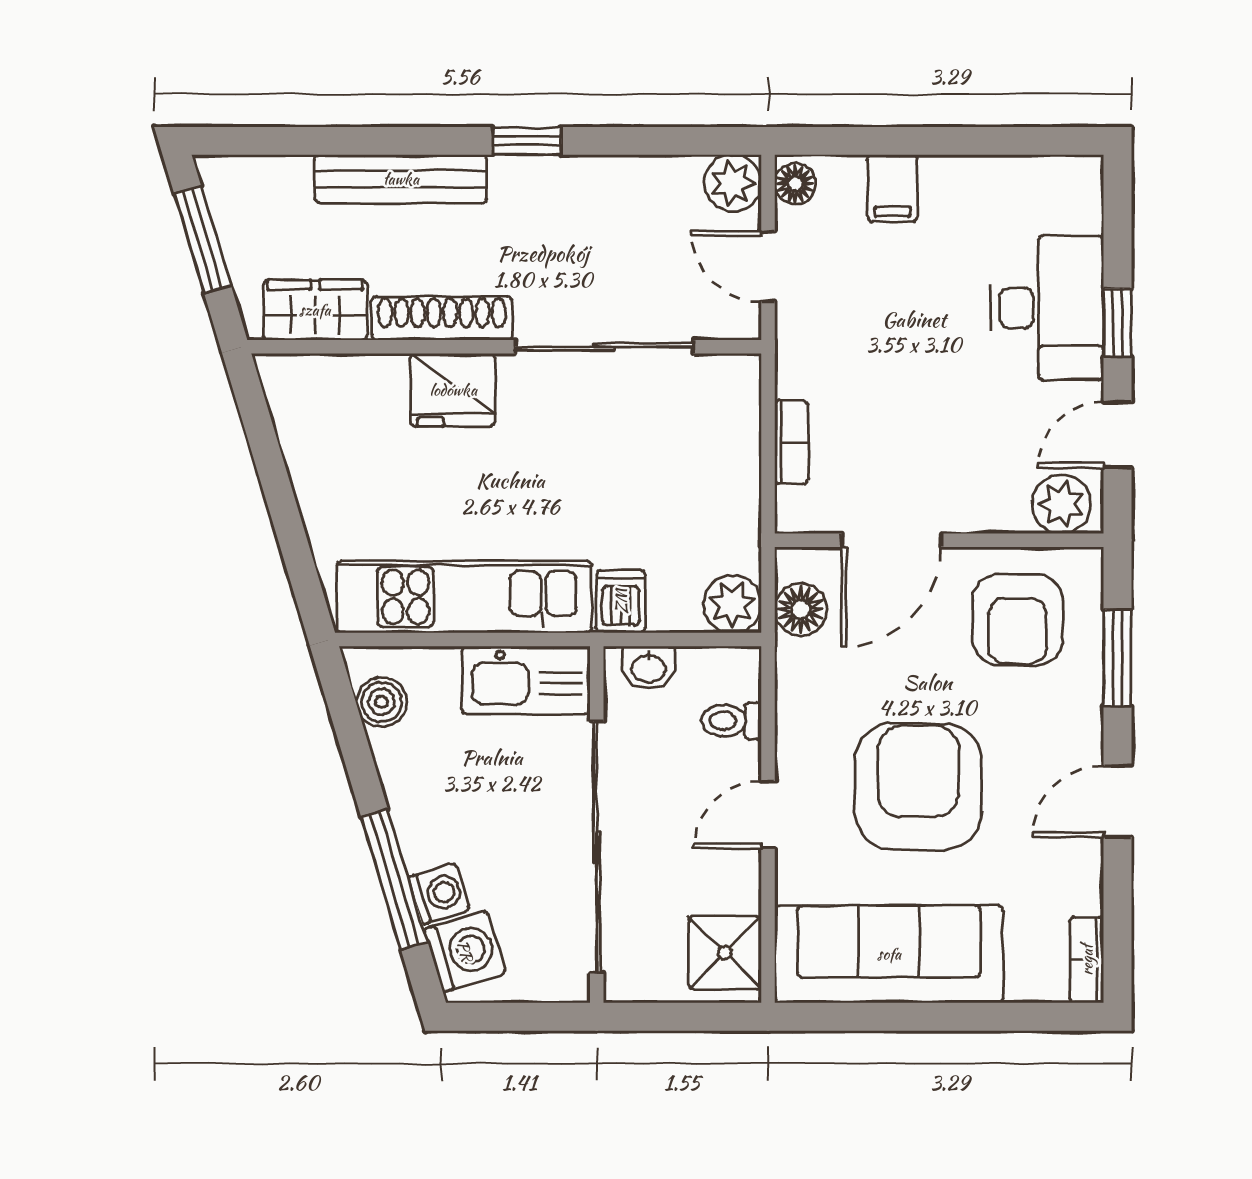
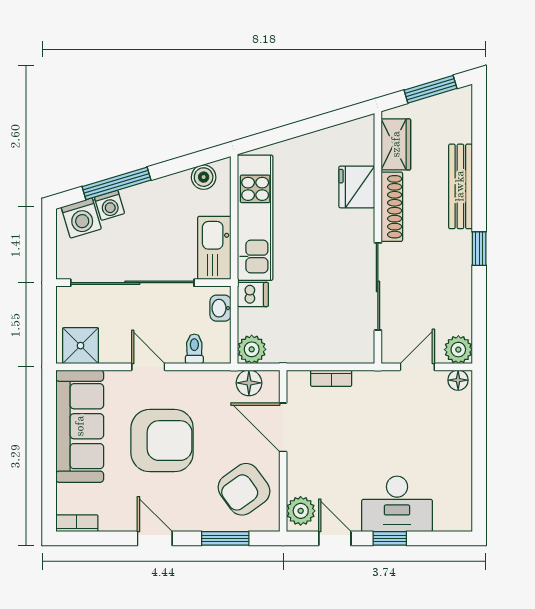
filing cabinet: (893, 188) -> (456, 428), removed
fridge: (453, 390) -> (357, 187), moved
armchair: (1018, 620) -> (244, 489), turned -36

